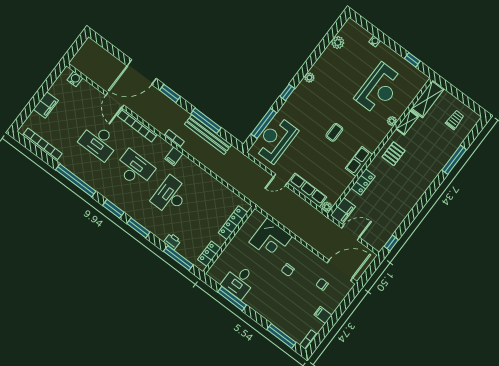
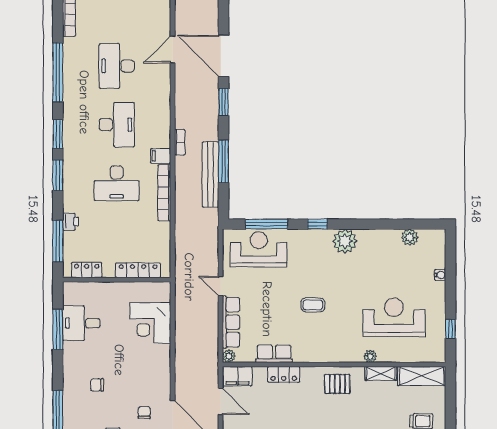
plant: (309, 77) -> (345, 241), width x1.88, depth x1.88
reception desk: (379, 89) -> (394, 317), turned 180
bookcase: (137, 125) -> (164, 193), moved
row of seats: (359, 161) -> (274, 354), moved
desk: (170, 196) -> (117, 183), turned 180
chair: (288, 270) -> (97, 385), moved

